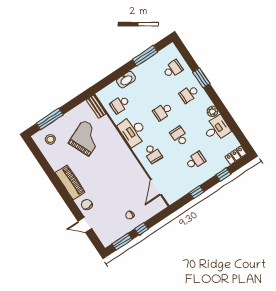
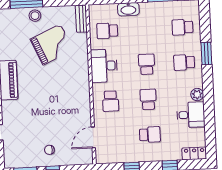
school desk: (173, 69) -> (182, 27), turned 180
school desk: (163, 111) -> (147, 64), turned 90
stool: (50, 139) -> (35, 16), moved
chair: (87, 205) -> (12, 113), removed

